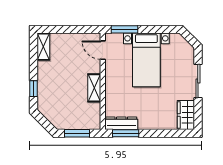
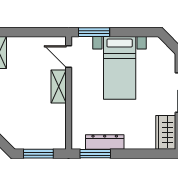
shelving: (94, 88) -> (59, 87), moved
dresser: (121, 123) -> (105, 142), moved

